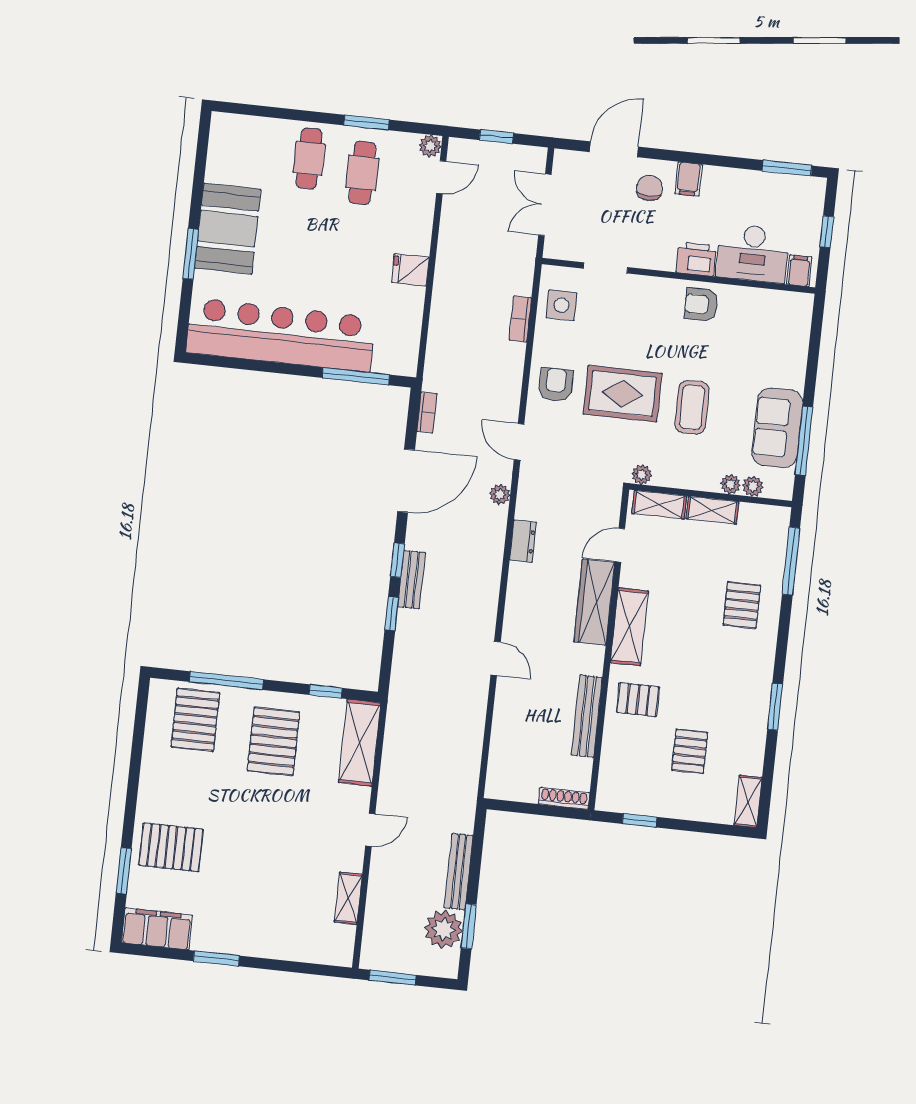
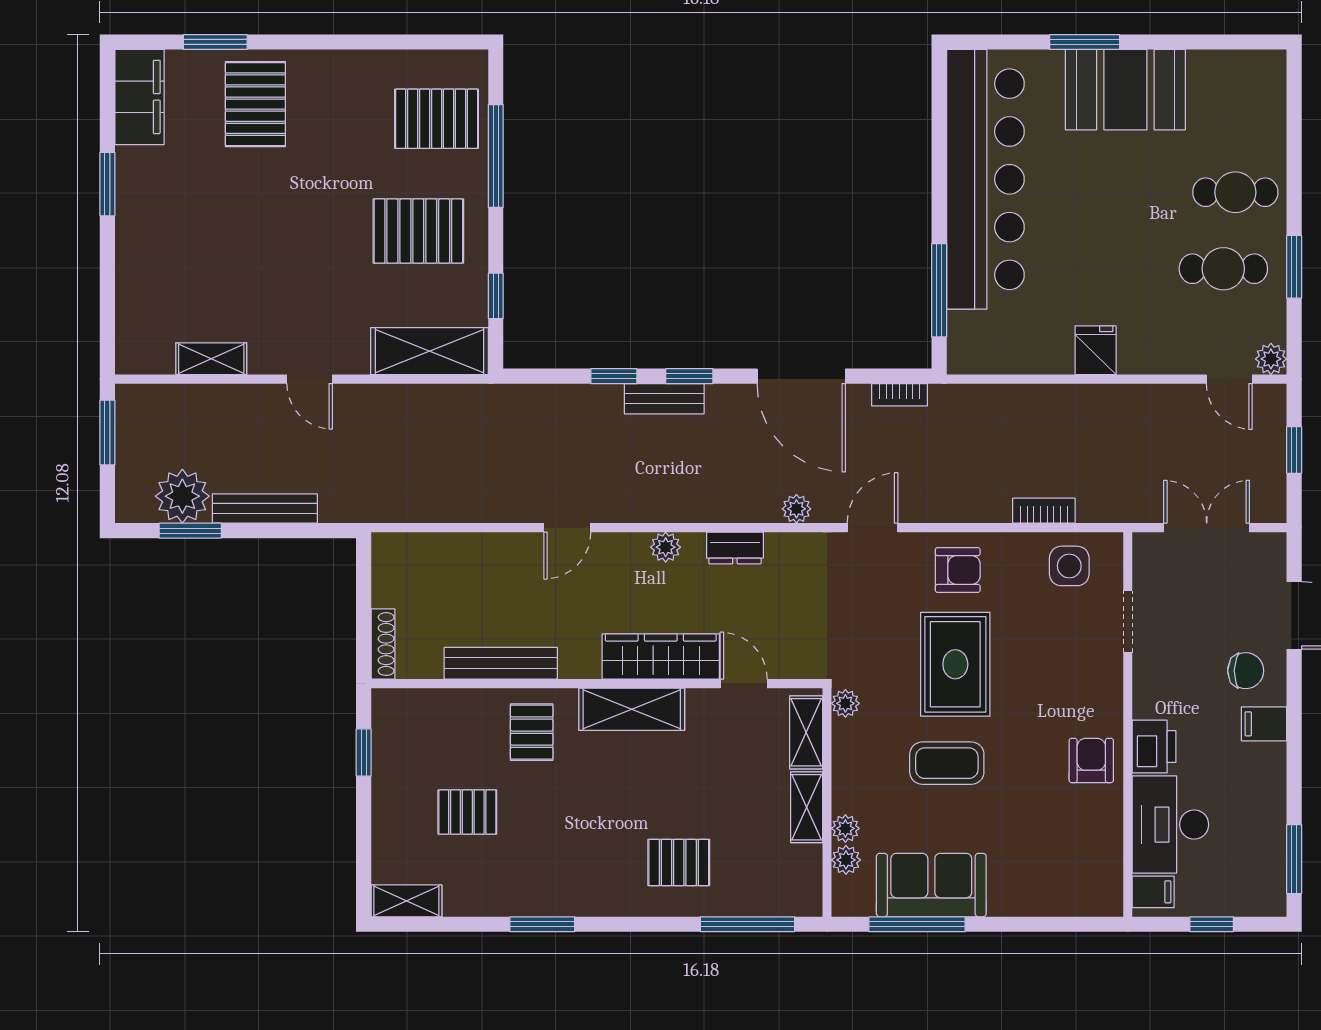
plant: (517, 590) -> (666, 547), added

